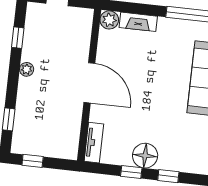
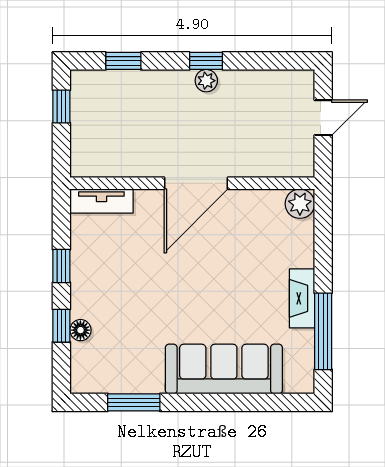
fireplace: (138, 22) -> (302, 298), moved
window: (18, 38) -> (206, 61), moved
floor lamp: (145, 156) -> (80, 330), moved, width x0.53, depth x0.53

